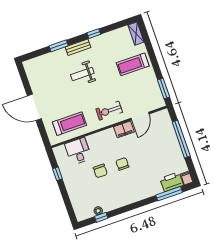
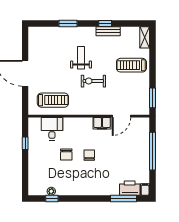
bench: (78, 47) -> (108, 31), moved
weight bench: (82, 74) -> (81, 58), turned 90
exercise bike: (109, 111) -> (93, 81), moved

